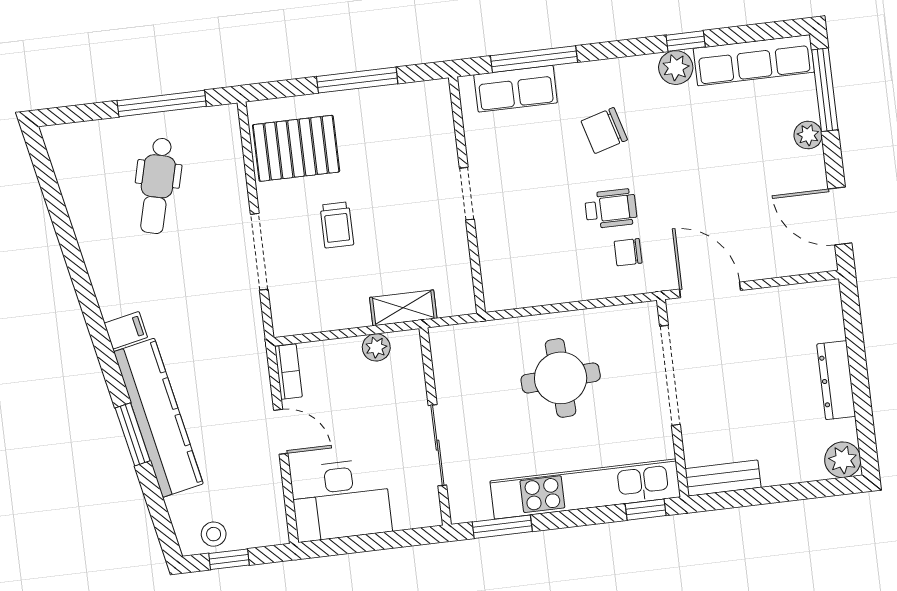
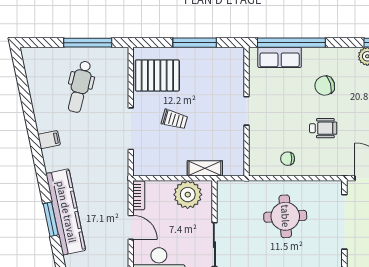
window: (534, 59) -> (291, 43), width x1.46
trolley: (337, 225) -> (174, 119), turned -74
chair: (628, 252) -> (288, 159), moved
filing cabinet: (126, 330) -> (49, 140), moved
plant: (376, 347) -> (188, 195), width x1.87, depth x1.87

